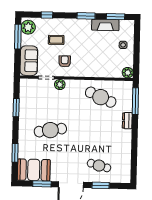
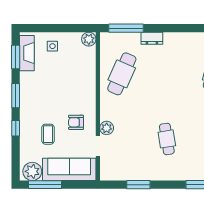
window: (47, 15) -> (16, 128), moved
fireplace: (105, 25) -> (27, 53), moved
sofa: (29, 61) -> (69, 169), width x1.36
cafe table: (50, 130) -> (167, 139), width x0.73, depth x0.74

